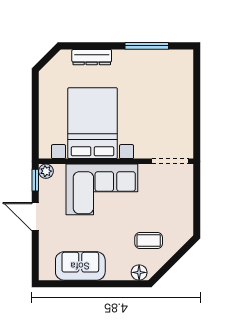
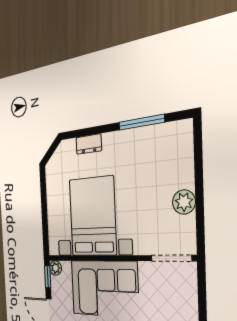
dresser: (92, 57) -> (89, 144), width x0.70
plant: (183, 115) -> (184, 202), added

